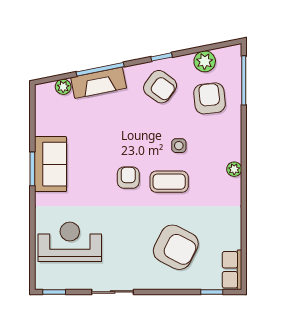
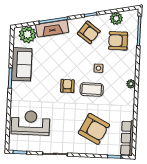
plant: (63, 87) -> (27, 34), width x1.88, depth x1.88
armchair: (210, 98) -> (118, 41), turned -84
sofa: (50, 164) -> (22, 64), moved
row of seats: (232, 270) -> (127, 138), width x1.48

